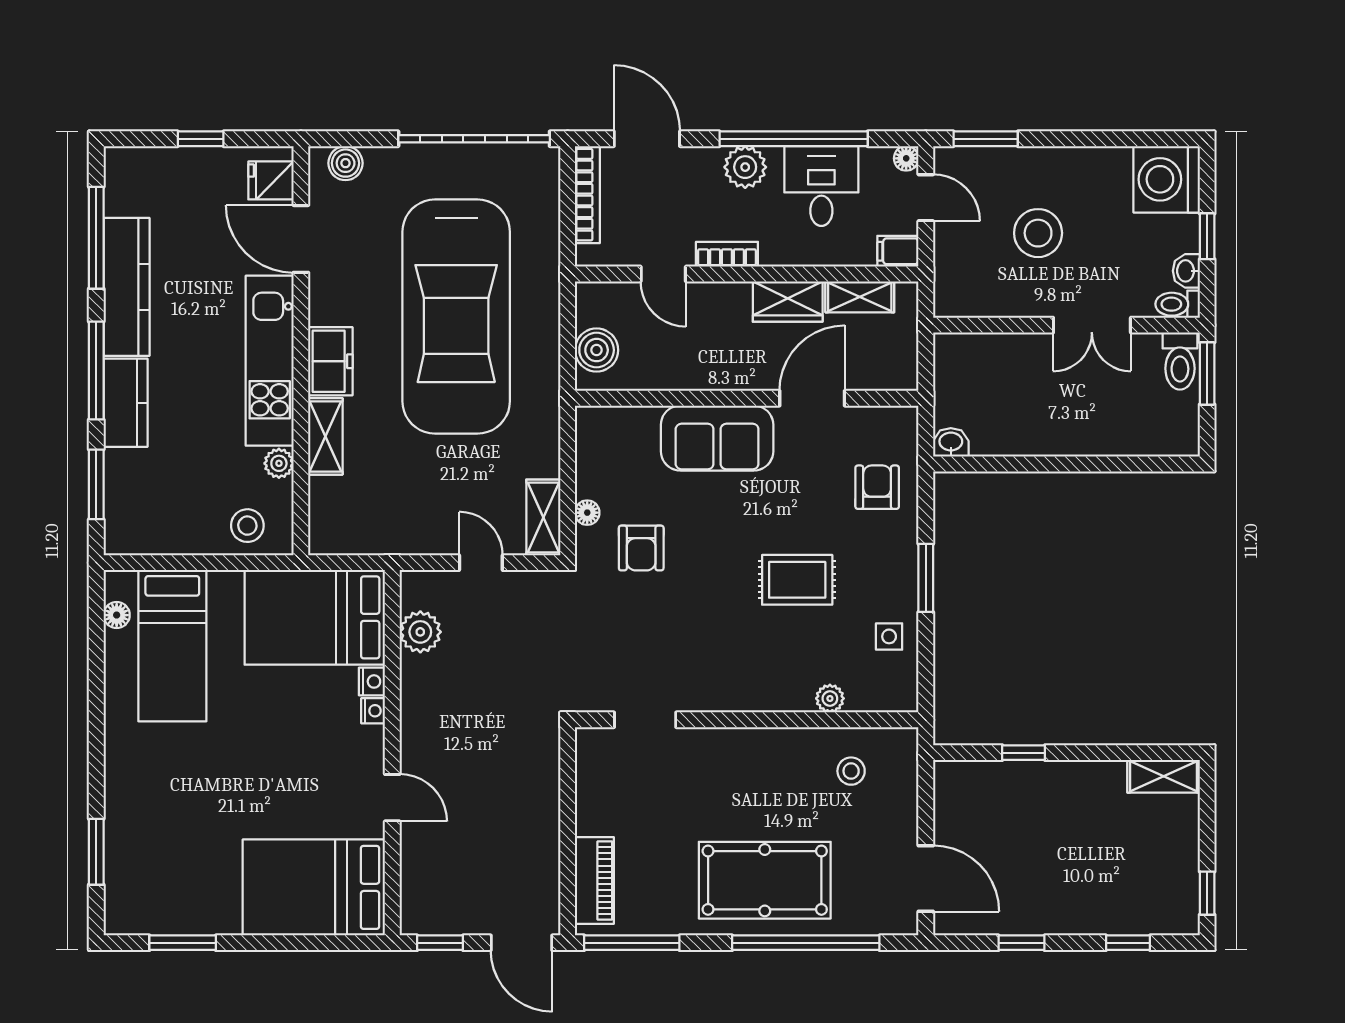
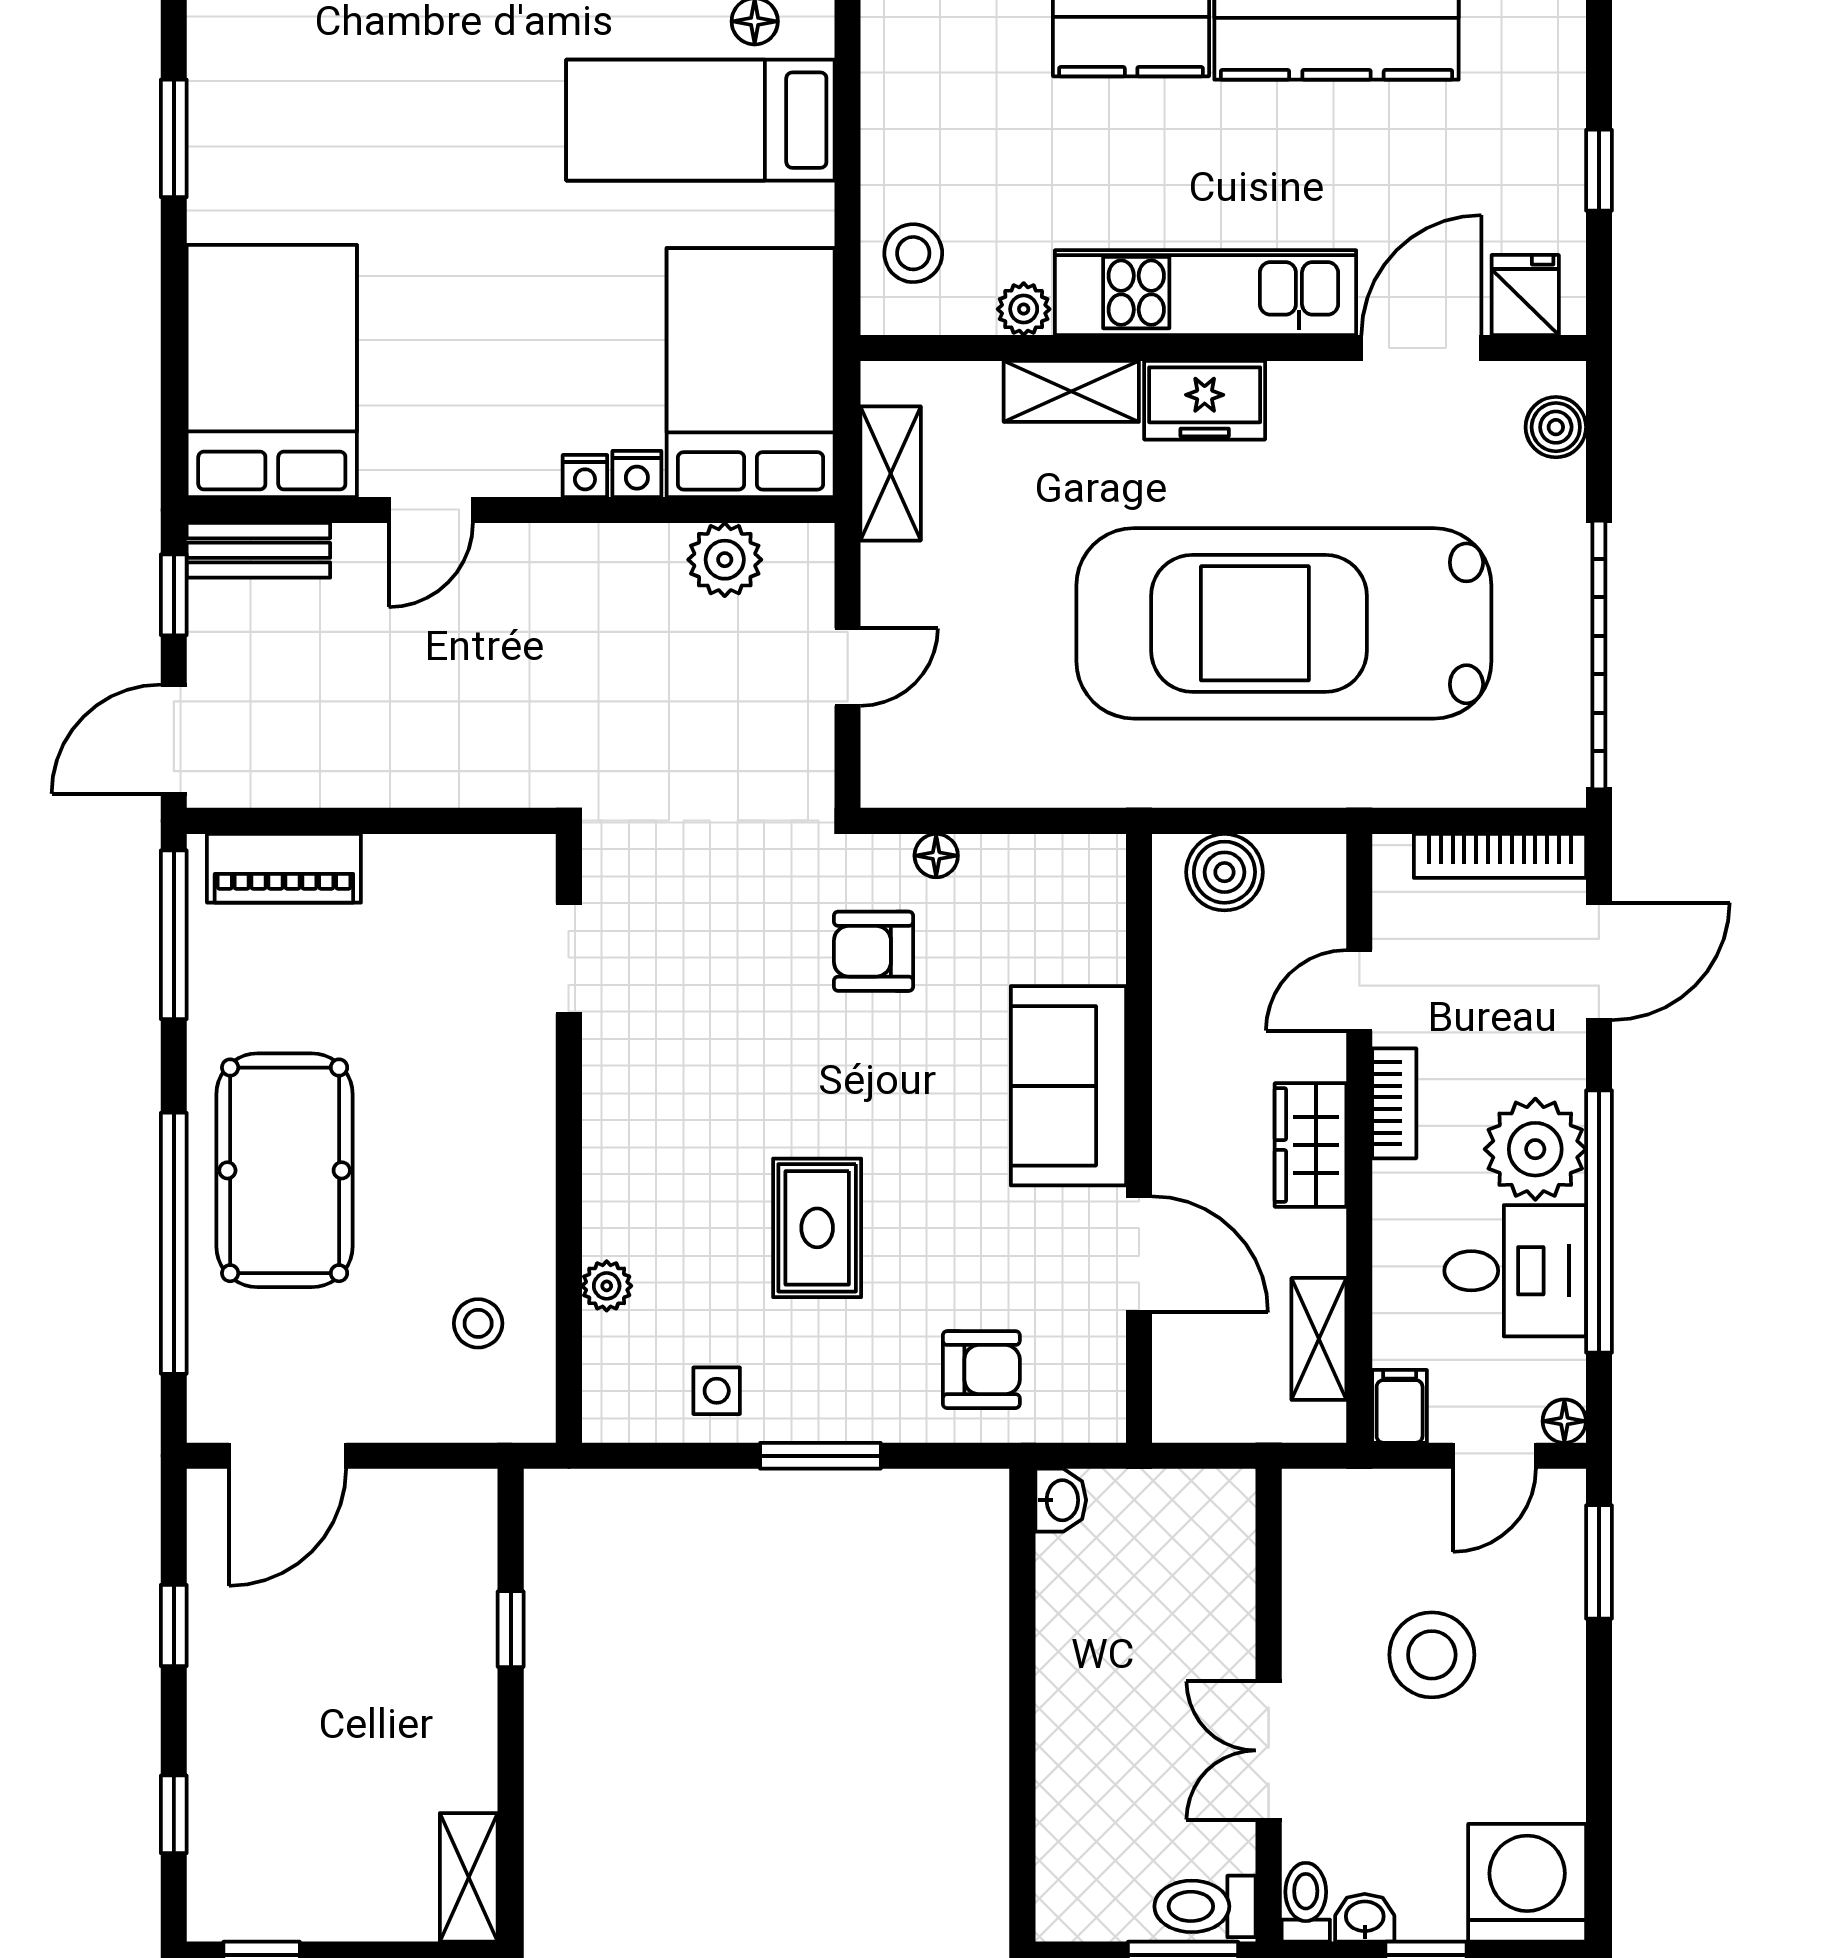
plant: (745, 167) -> (1535, 1149), width x1.36, depth x1.36
wardrobe: (788, 302) -> (1310, 1145), moved
shelving: (543, 517) -> (891, 473), moved, turned 90
bench: (415, 895) -> (258, 550), added

